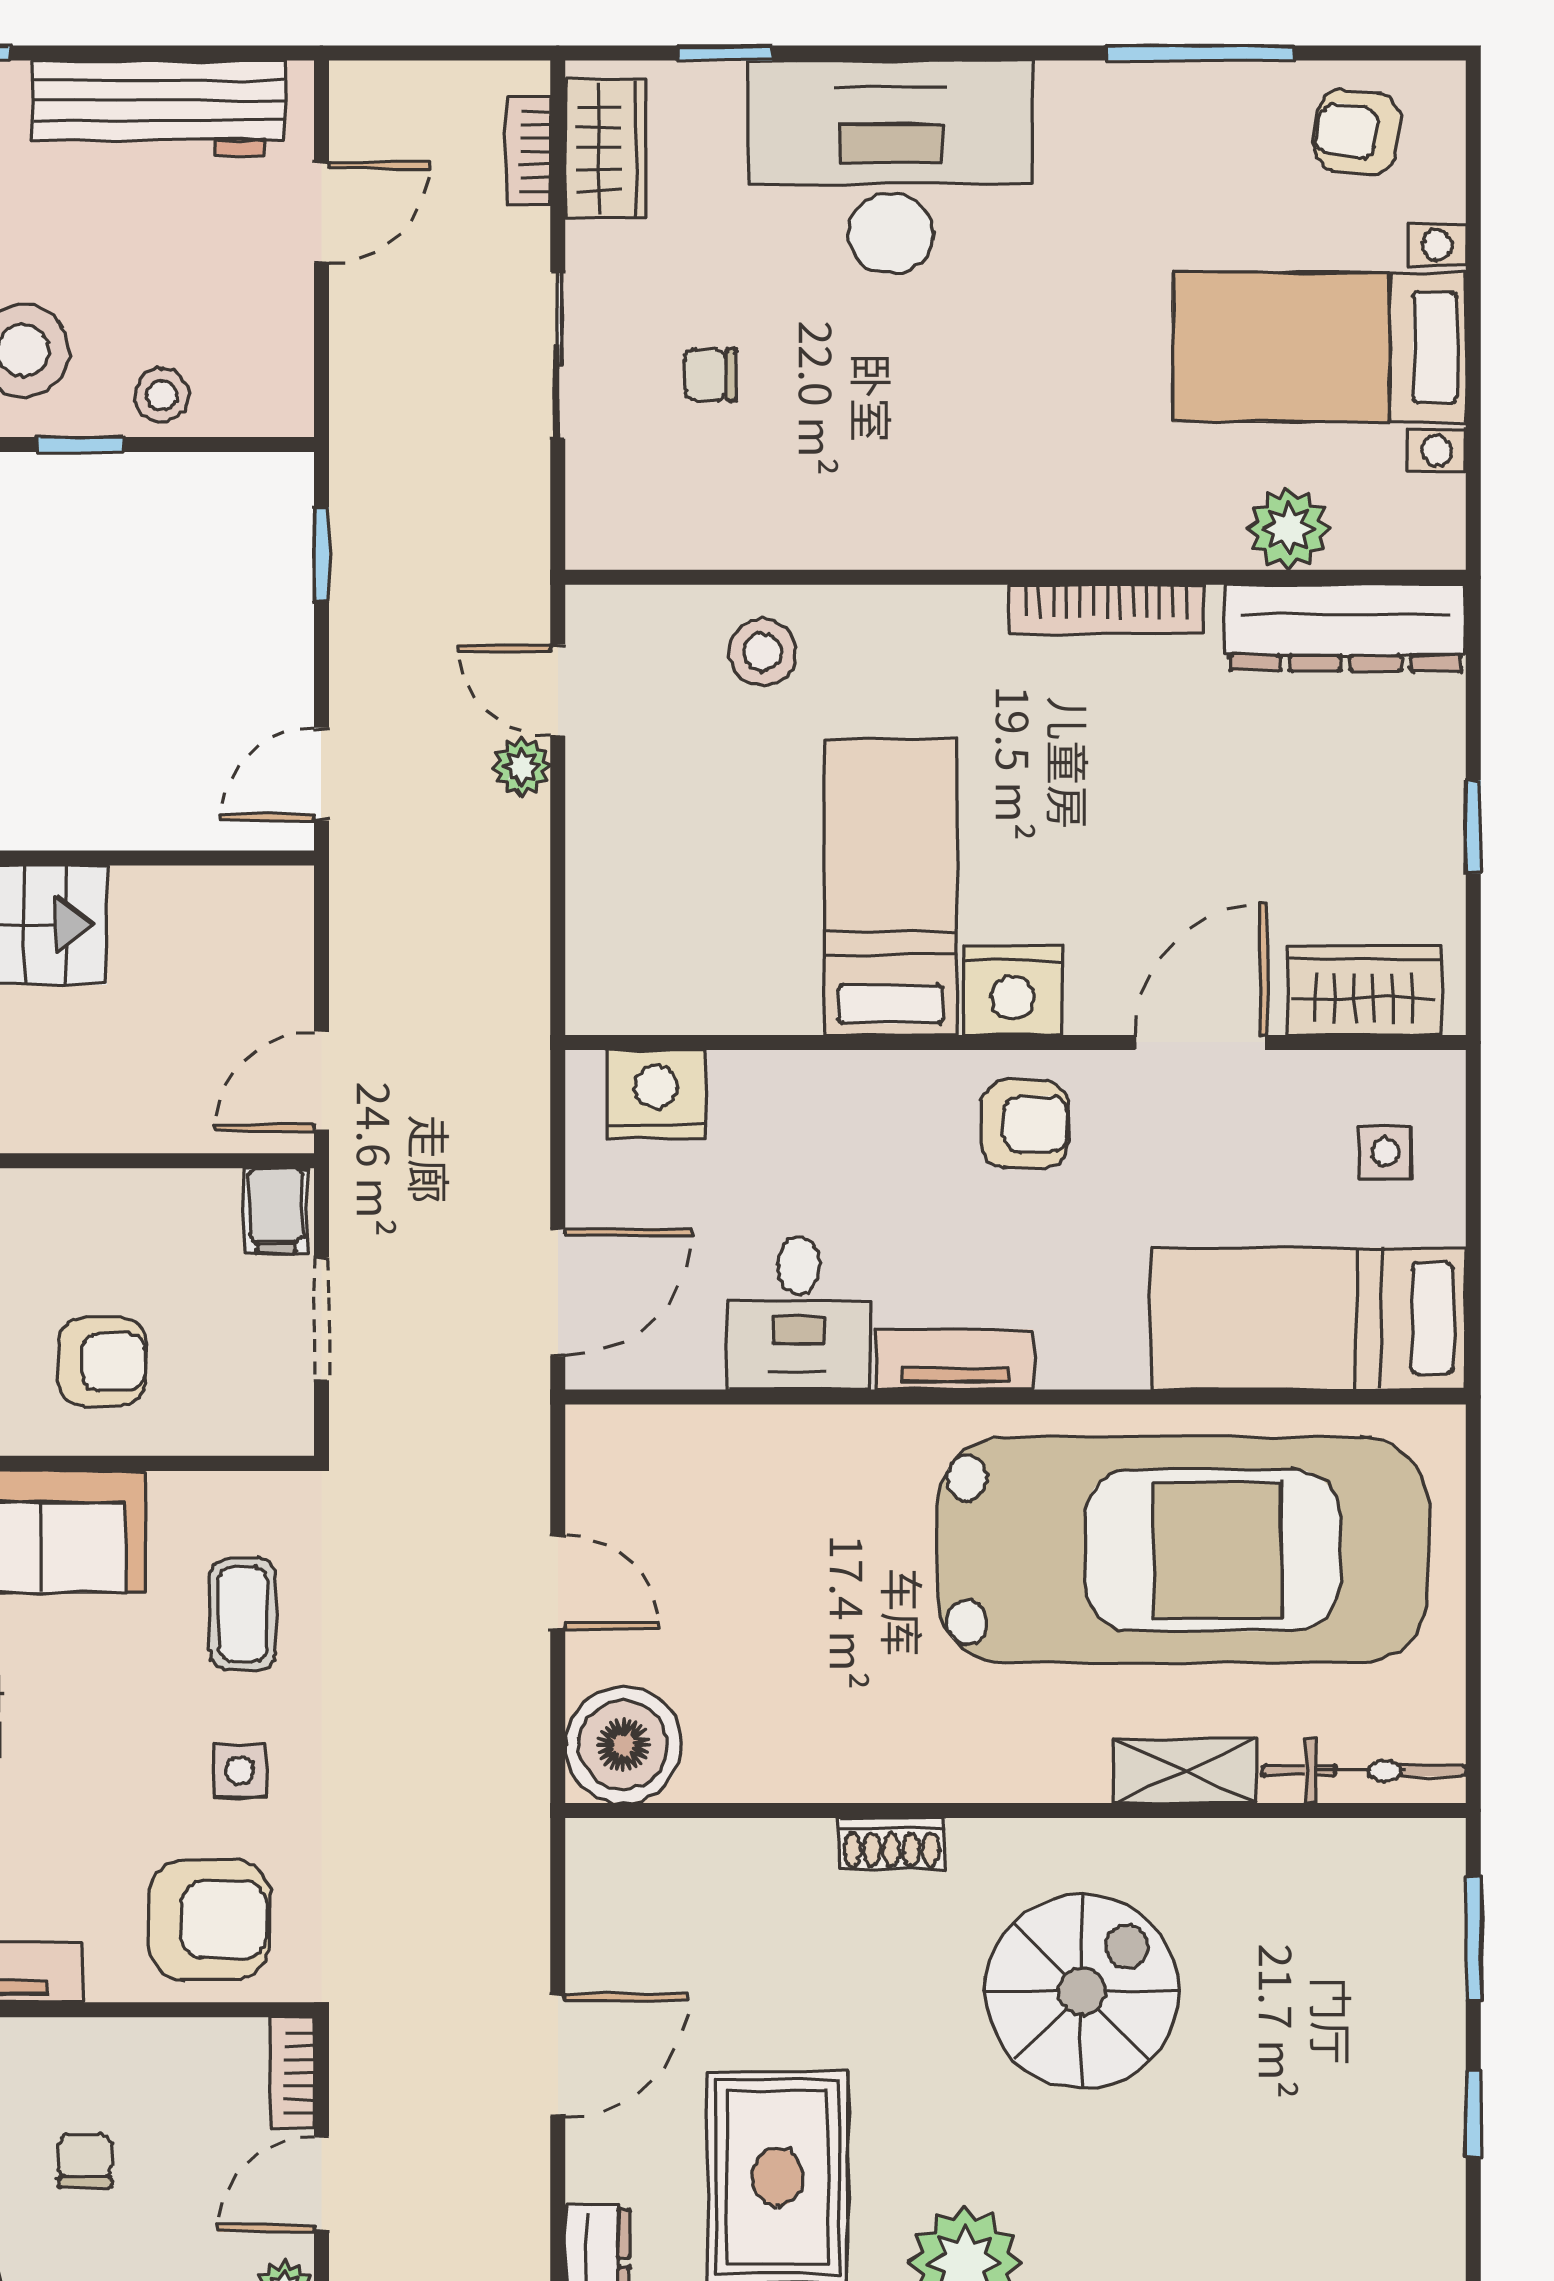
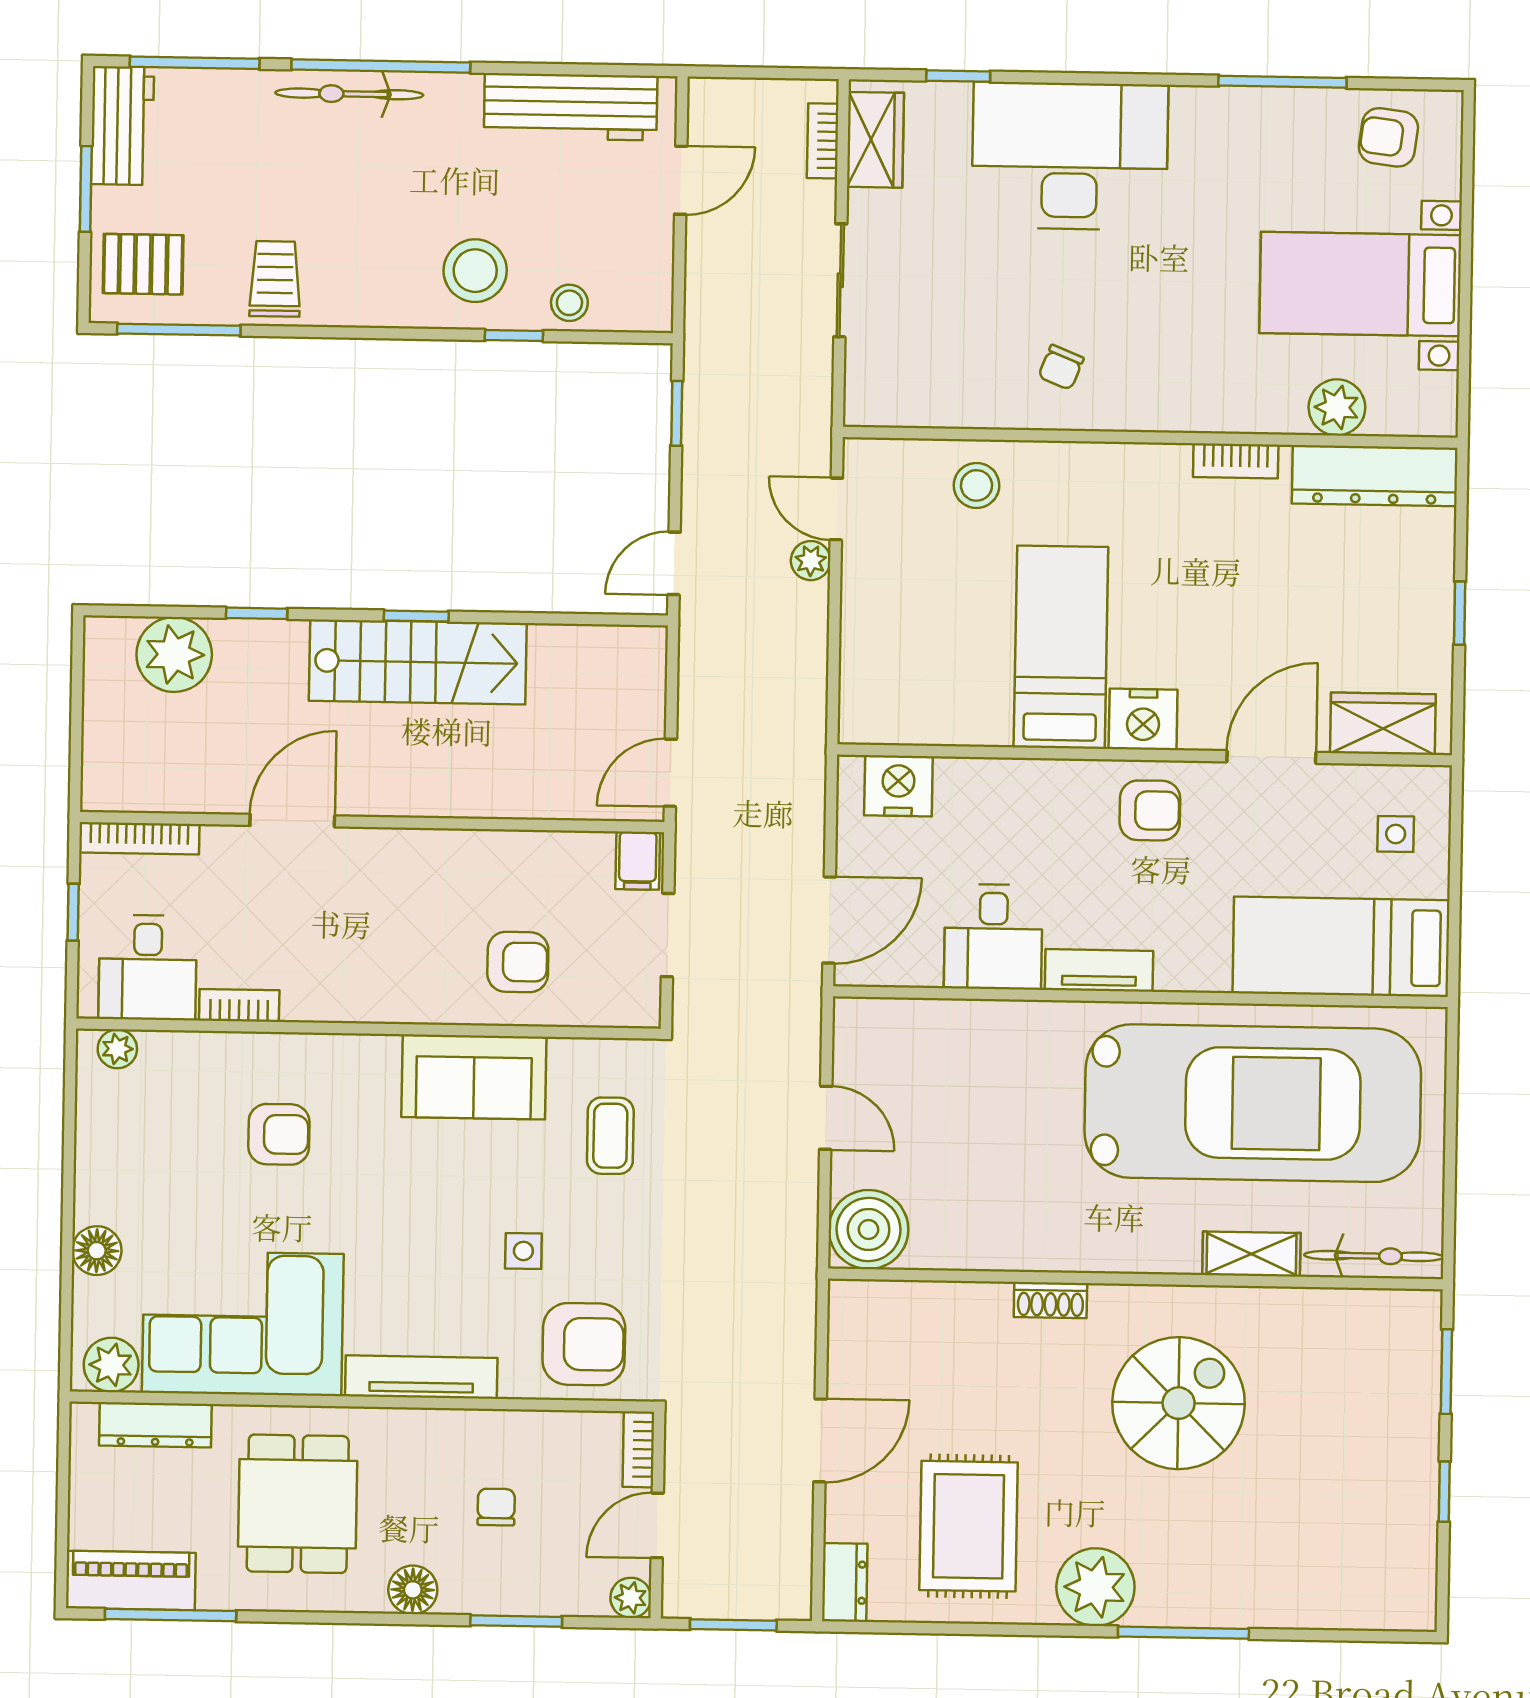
chair: (711, 375) -> (1061, 367), moved, turned -68
bookcase: (1107, 610) -> (1236, 461), width x0.64
side table: (240, 1771) -> (523, 1251), moved

